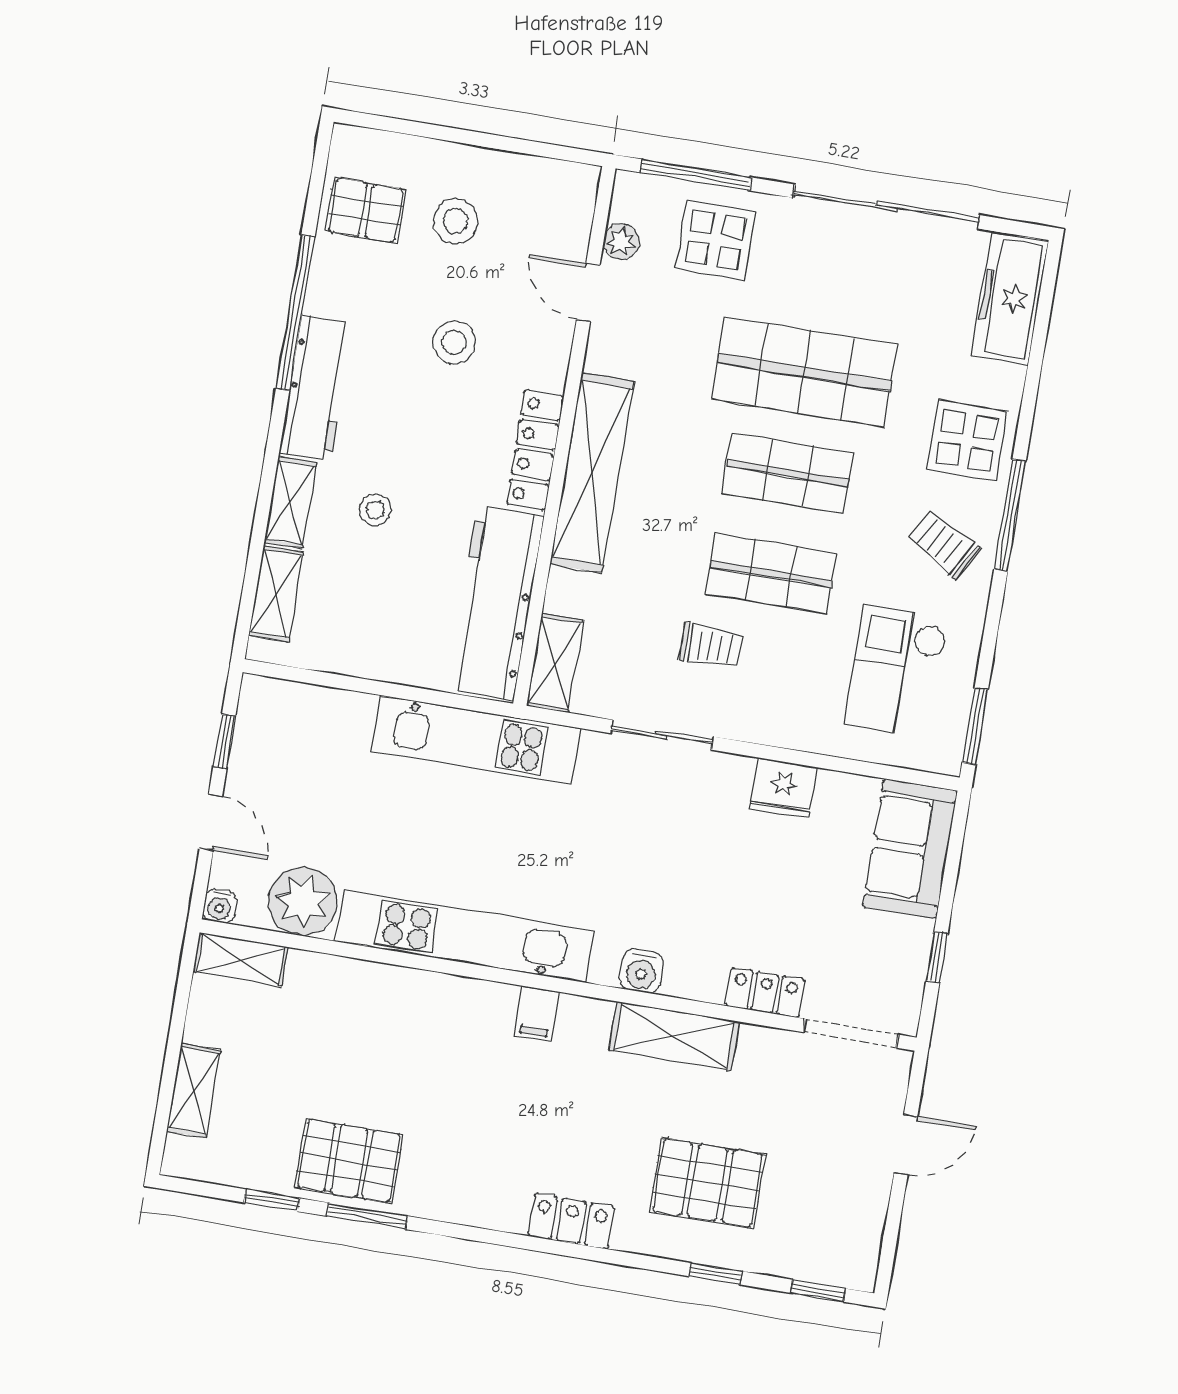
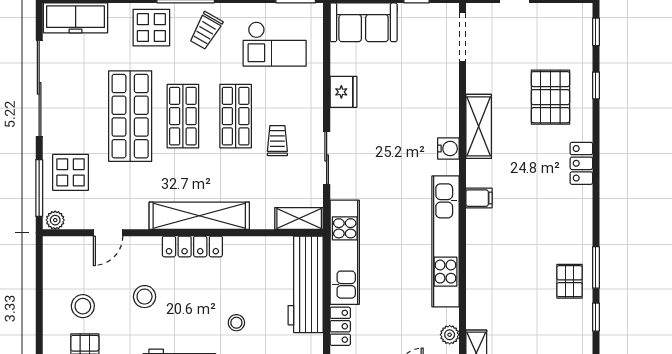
plant: (621, 242) -> (55, 220), moved
workbench: (495, 603) -> (306, 284), moved, turned 90
plant: (303, 901) -> (450, 335), width x0.53, depth x0.53
locker: (765, 993) -> (340, 326), moved, turned 180
pallet: (349, 1161) -> (570, 281), width x0.67, depth x0.71

